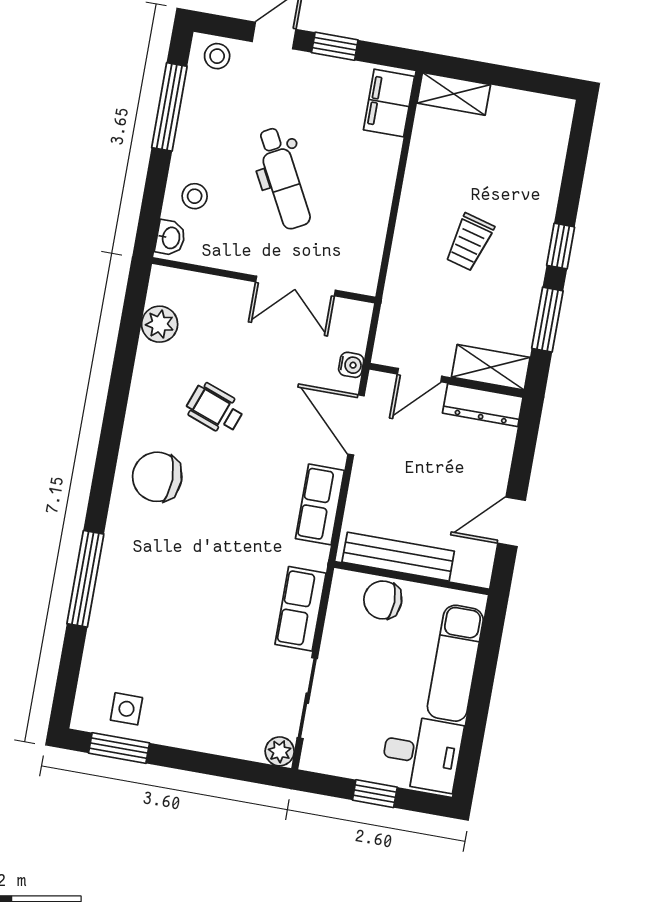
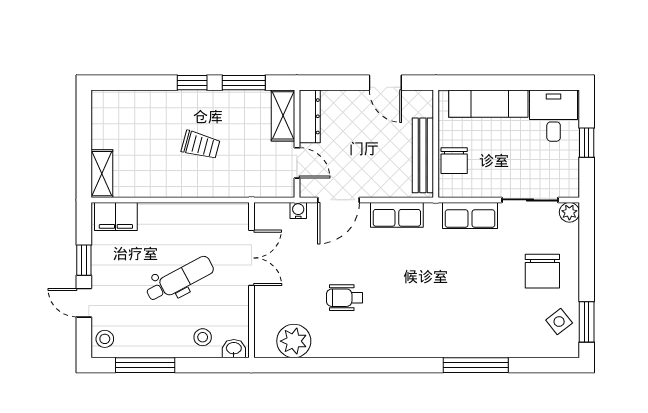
plant: (160, 324) -> (294, 341), width x1.36, depth x1.36
wheelchair: (215, 409) -> (345, 298), turned 70
chair: (157, 477) -> (542, 271), moved
side table: (126, 709) -> (559, 321), turned -38

